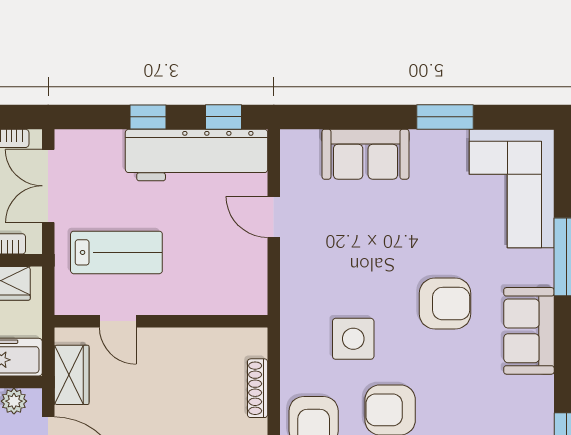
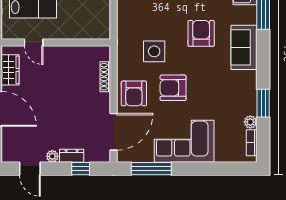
armchair: (445, 304) -> (201, 33), turned -90

